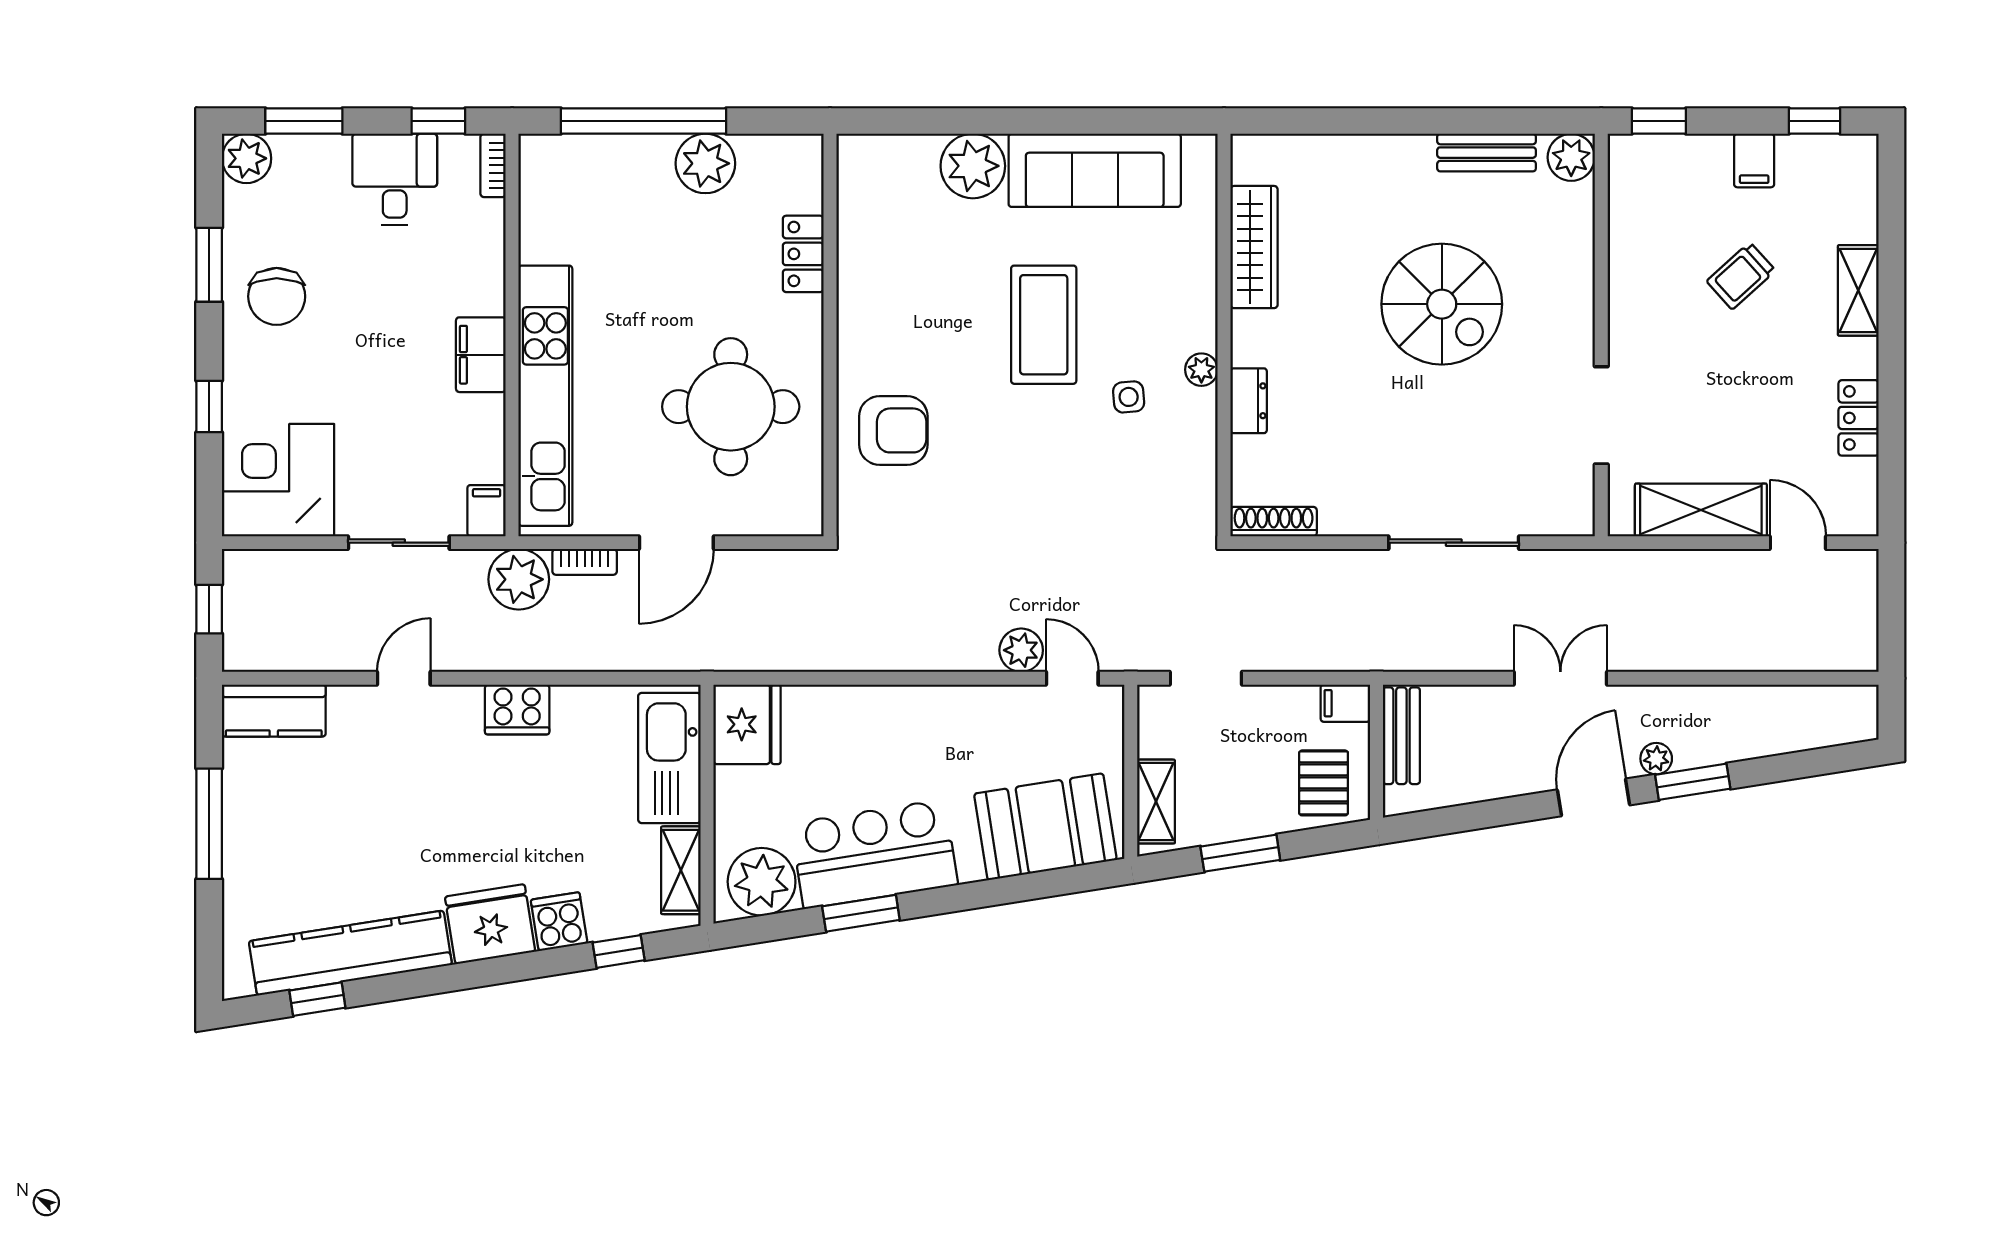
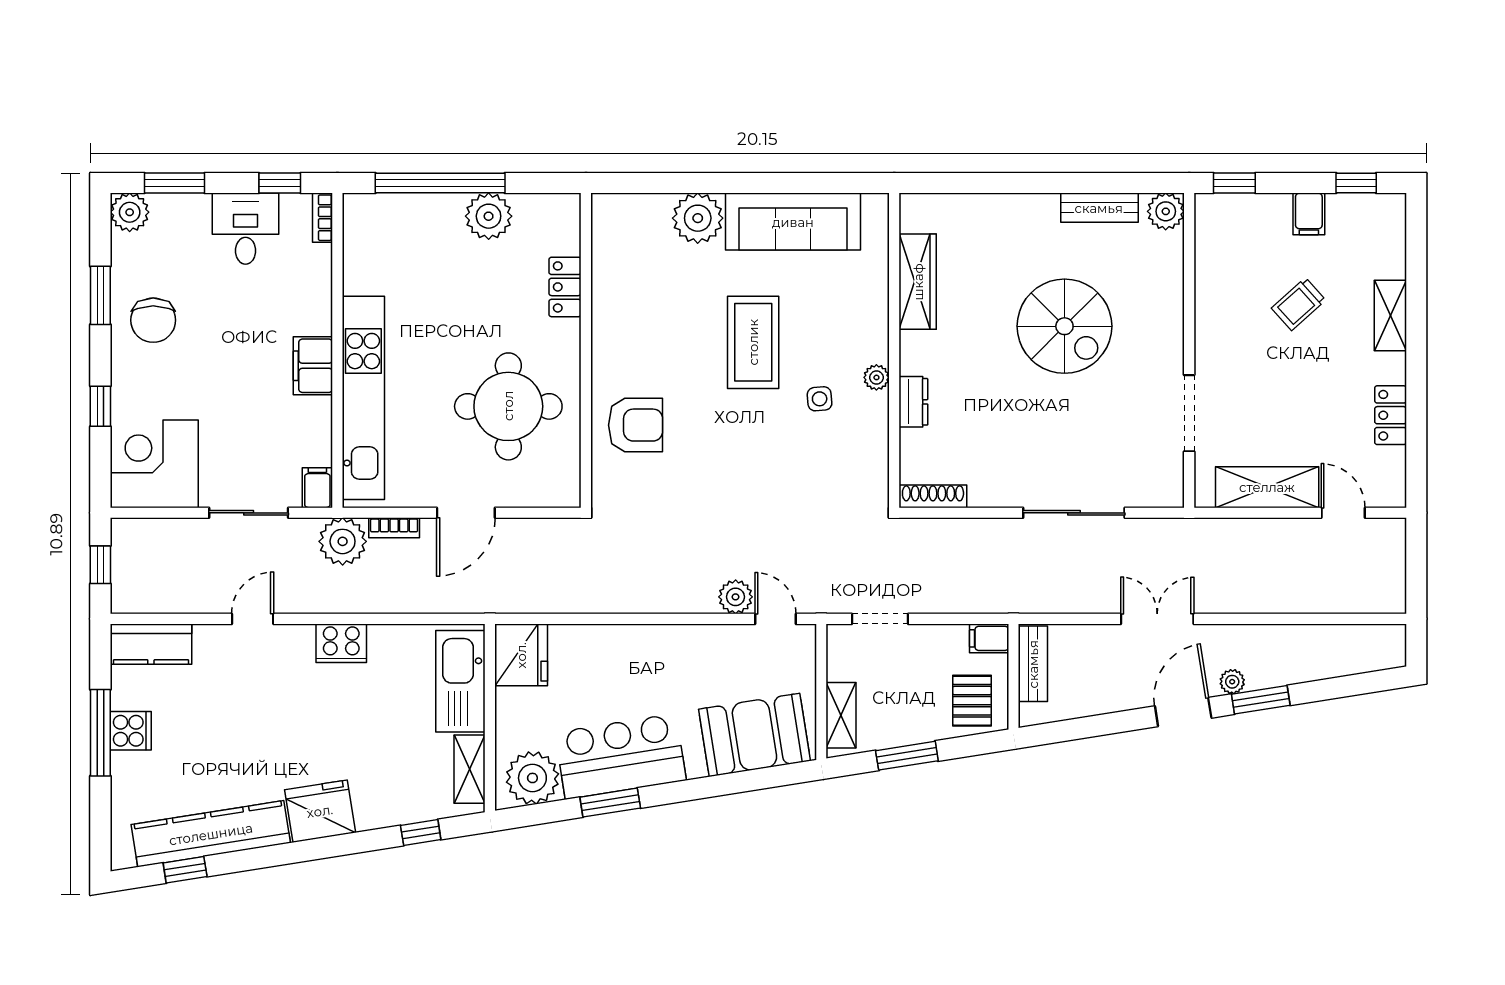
cooker: (559, 922) -> (131, 731), moved, turned 99

